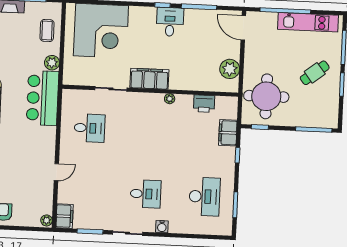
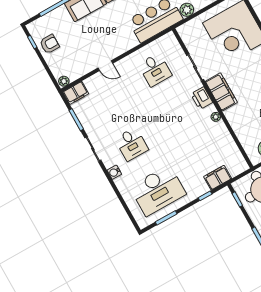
printer: (204, 104) -> (202, 98), moved
desk: (205, 197) -> (158, 190), width x1.36, depth x1.30

